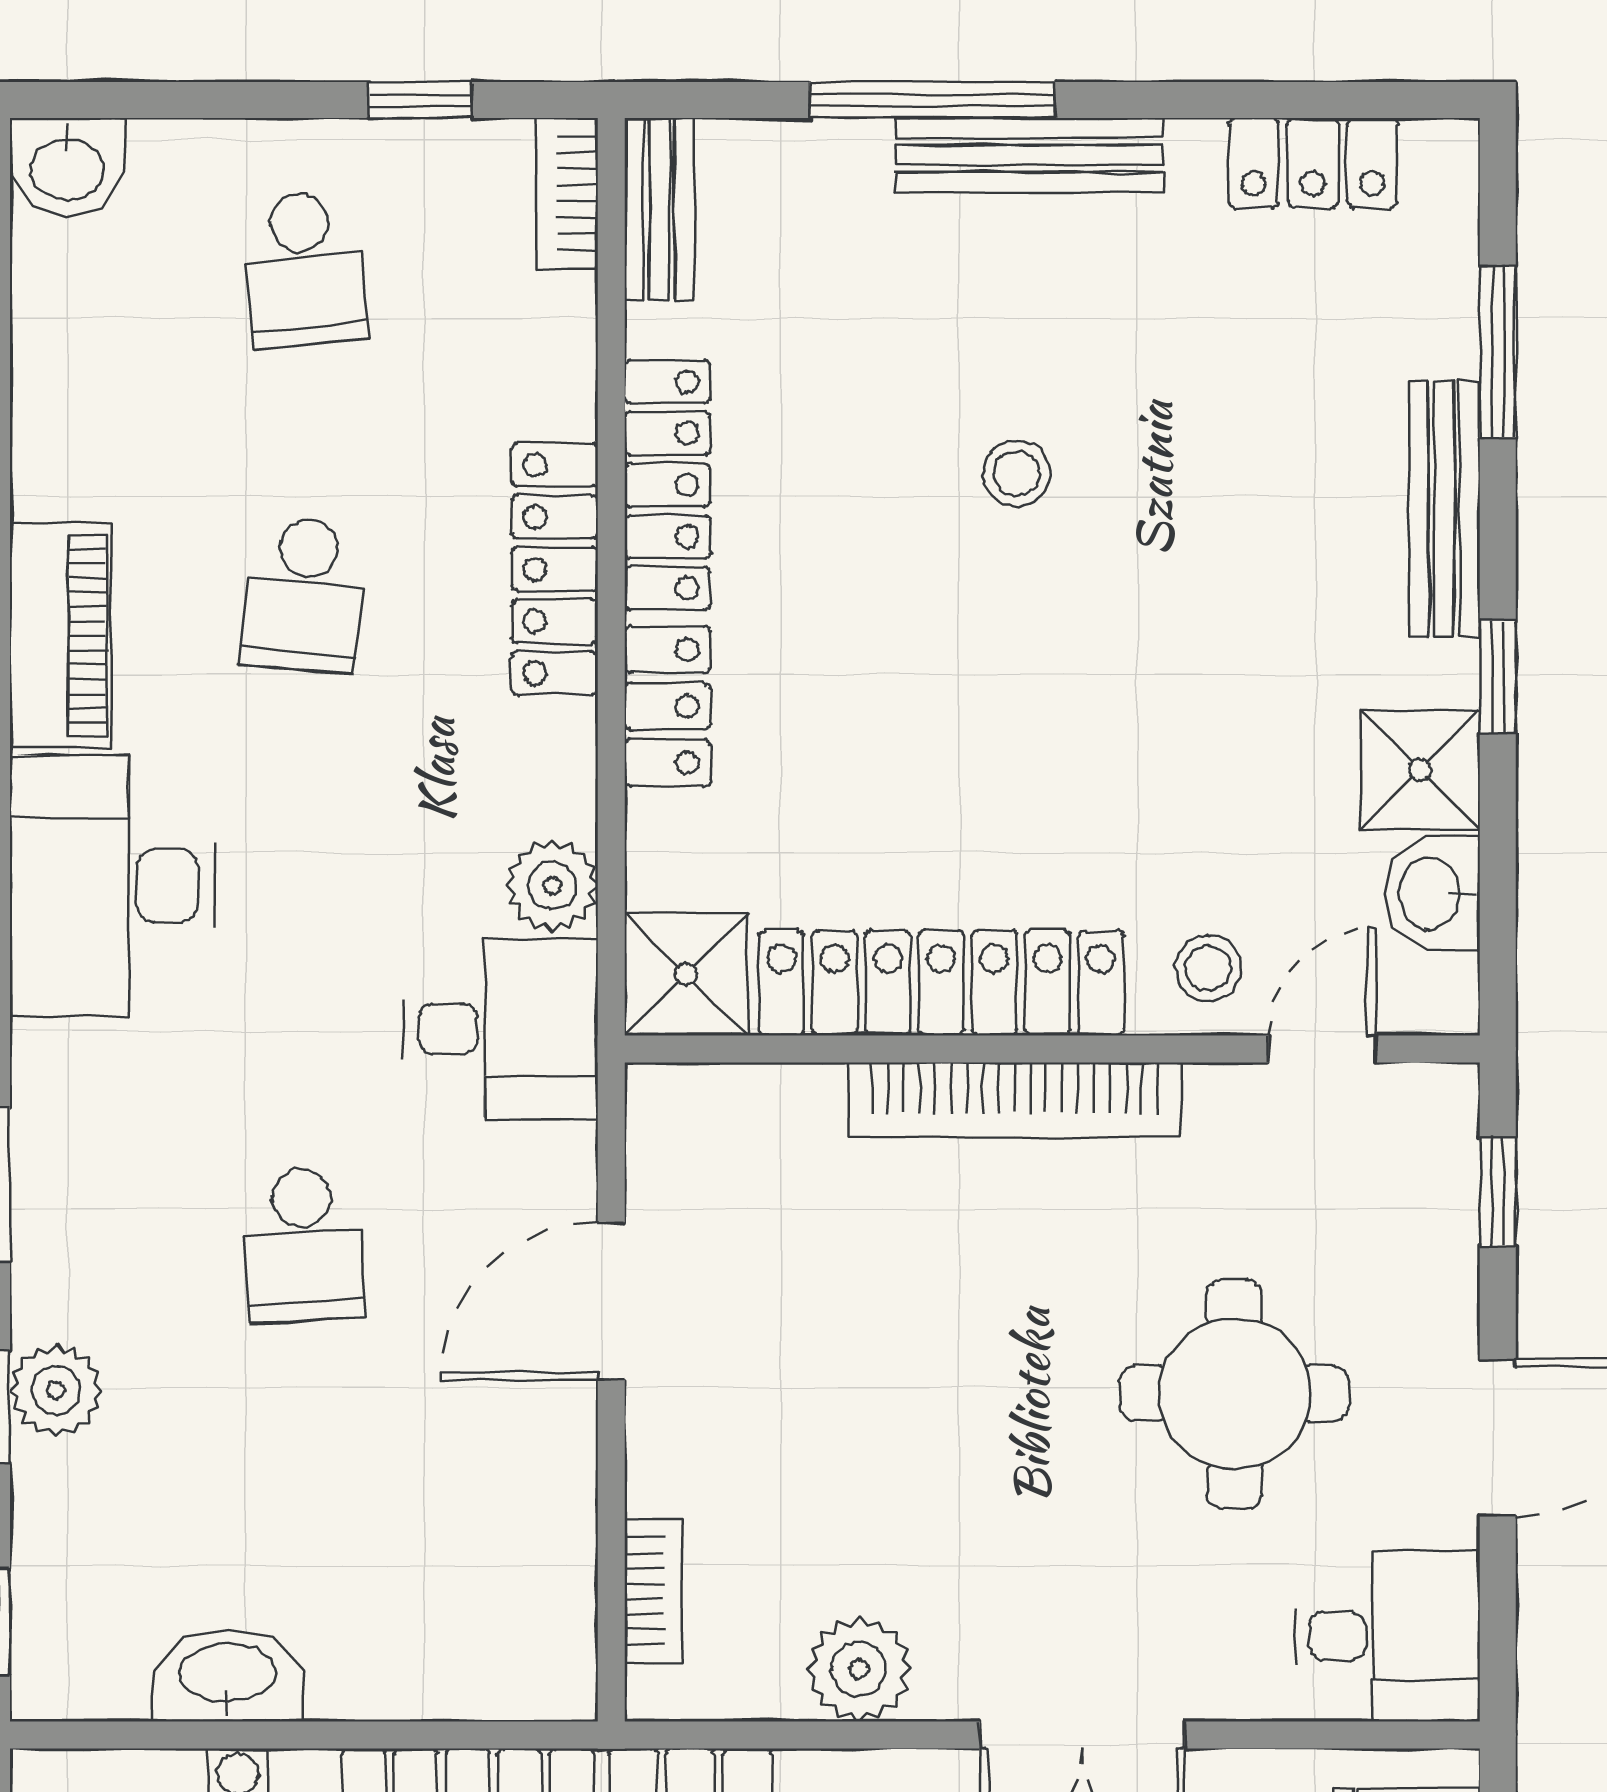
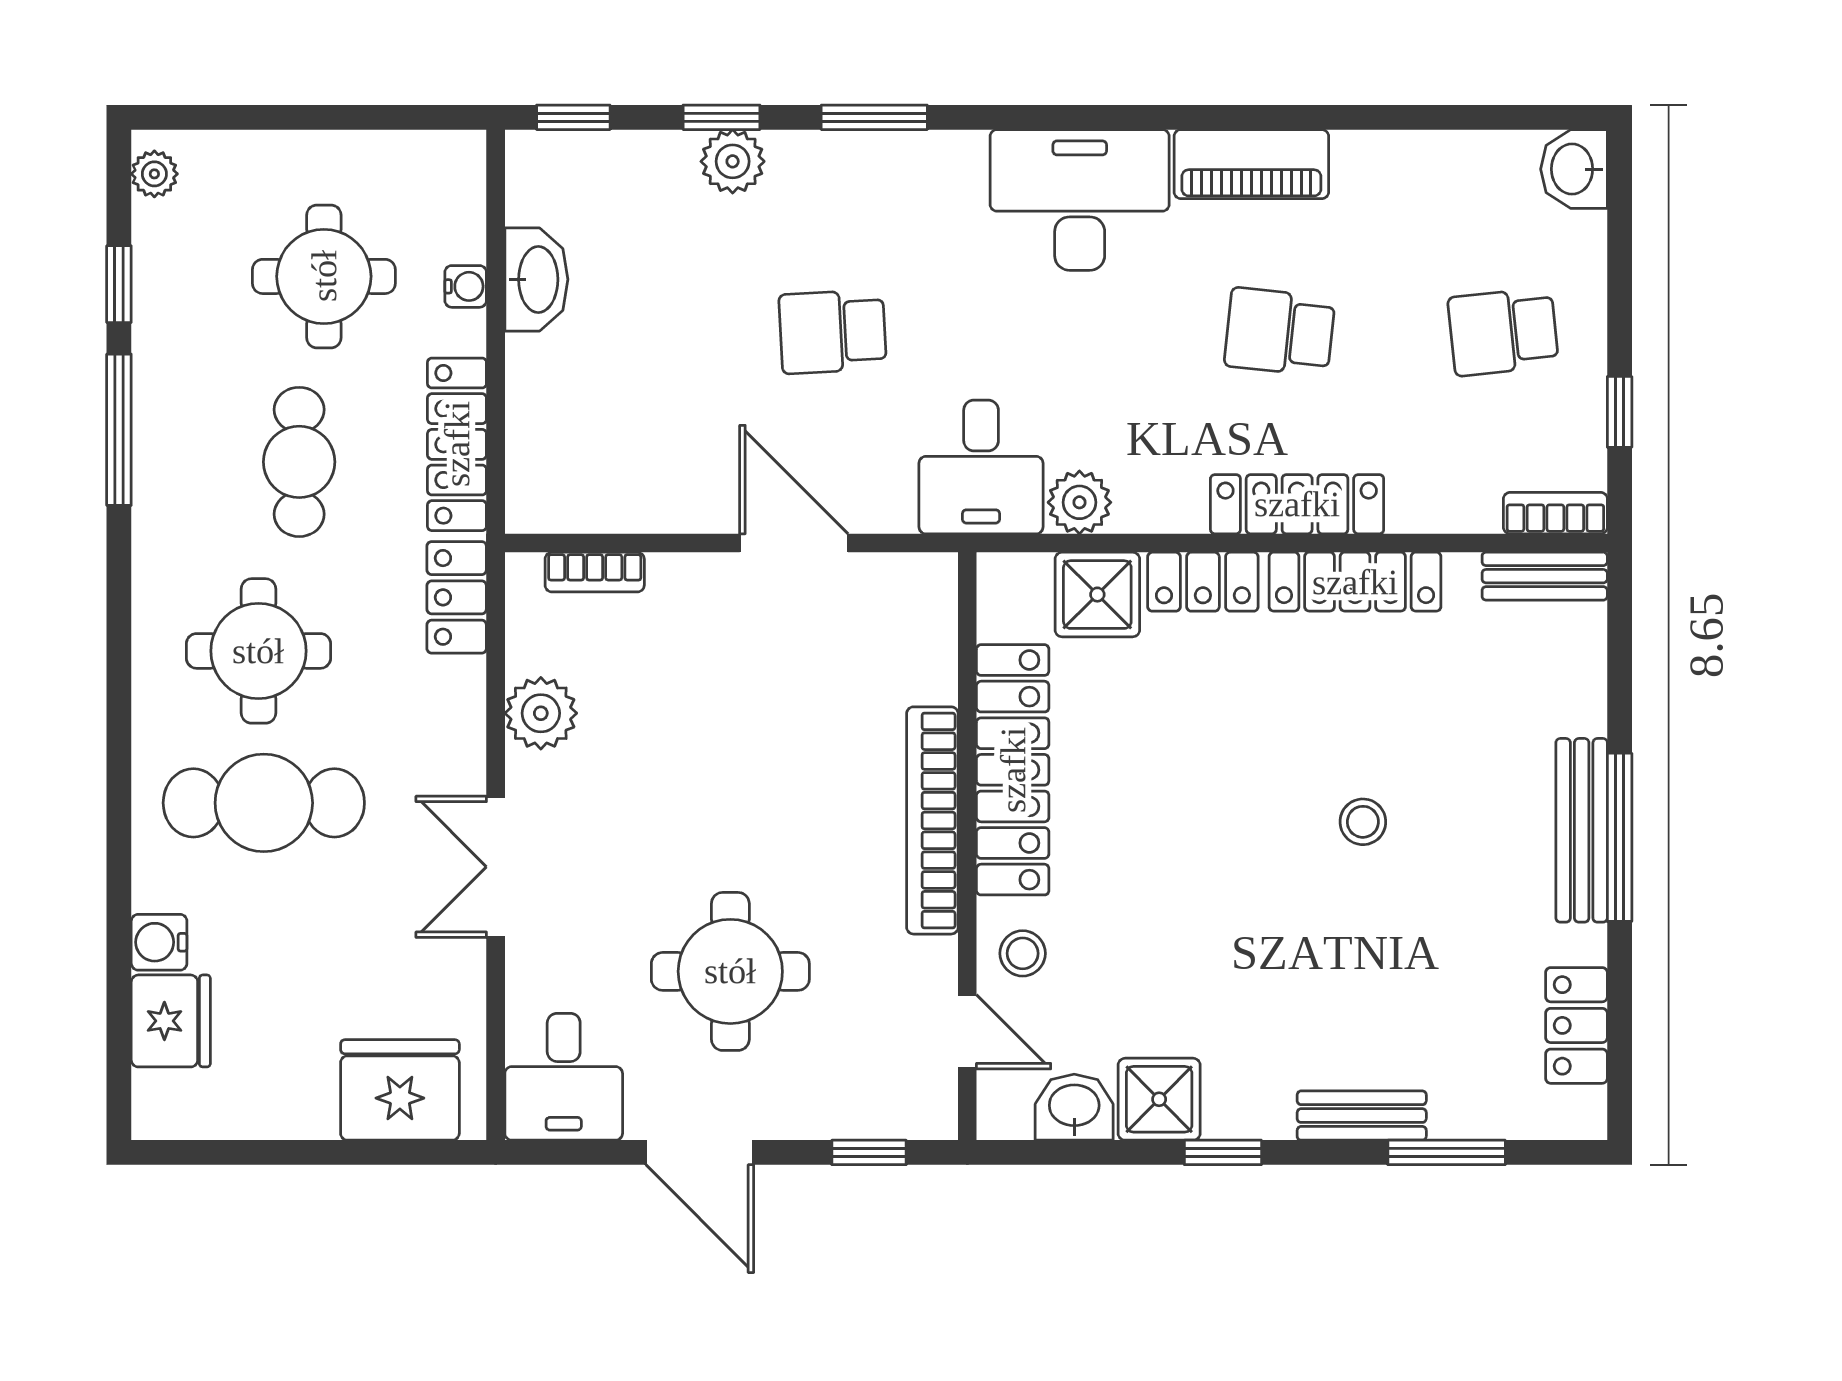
window: (932, 100) -> (1620, 837), moved
bench: (1444, 509) -> (1362, 1116), width x0.73
shower: (686, 974) -> (1097, 595), moved

